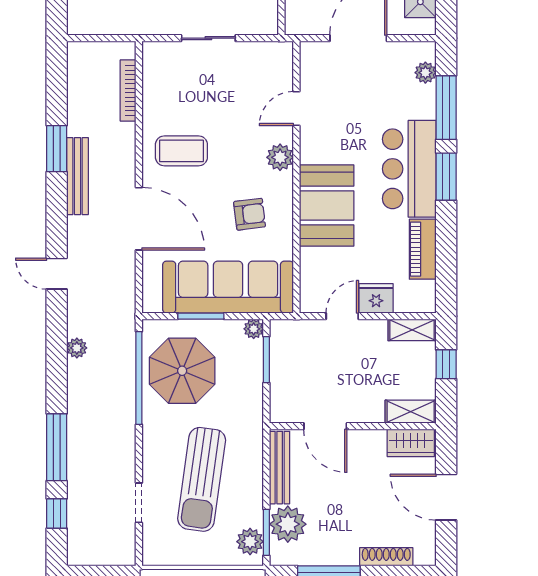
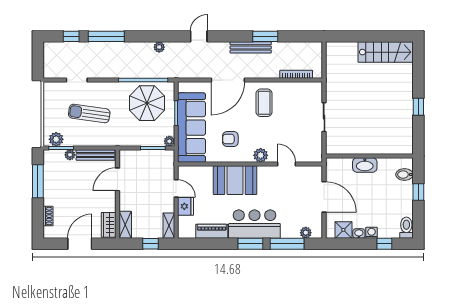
armchair: (250, 214) -> (230, 139), turned 97
sun lounger: (202, 479) -> (89, 114), width x0.73, depth x0.75
plant: (288, 524) -> (70, 155), width x0.53, depth x0.53
shoe rack: (386, 557) -> (48, 216), width x0.70

